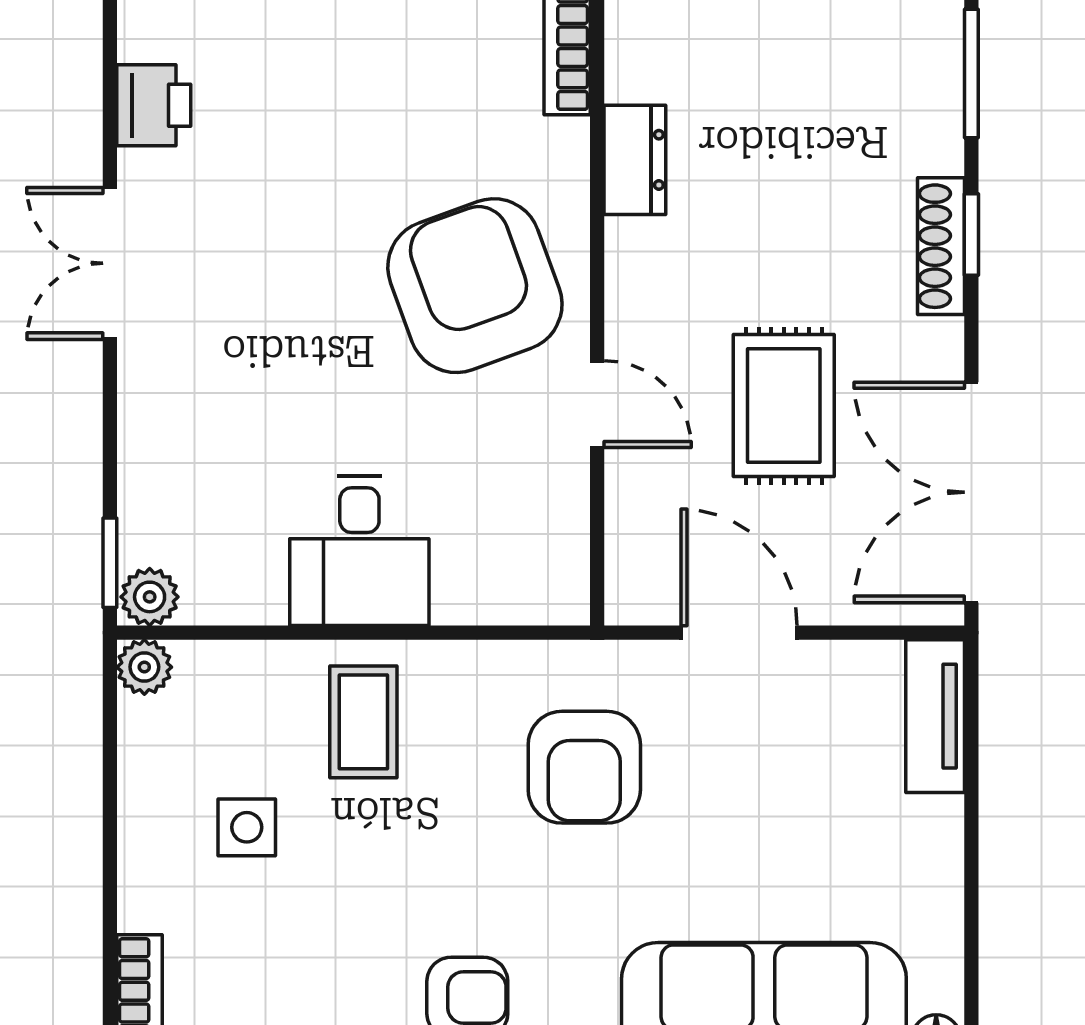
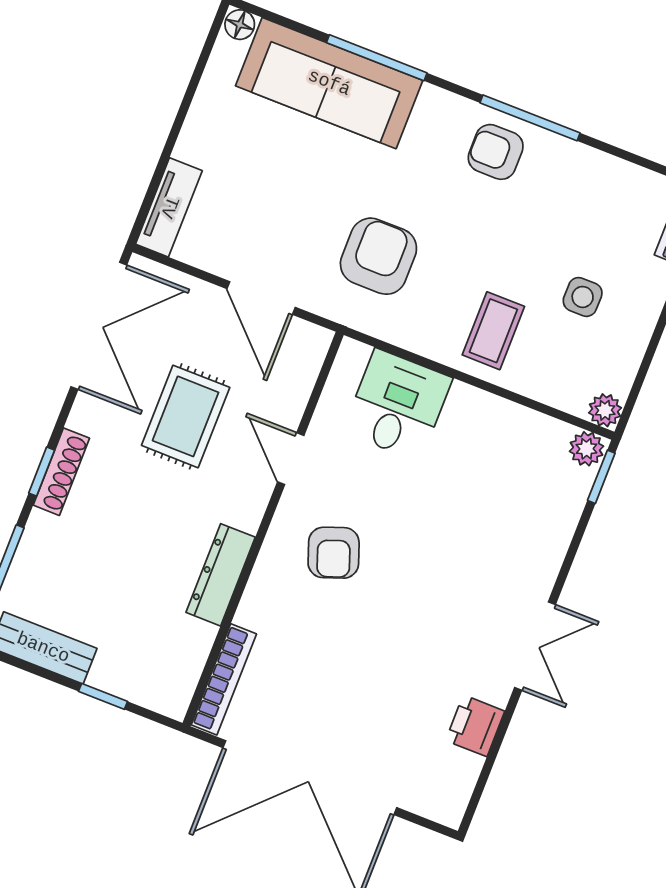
dresser: (635, 160) -> (221, 575), width x1.44
armchair: (475, 286) -> (334, 553), width x0.53, depth x0.53
desk: (359, 551) -> (397, 405), moved

